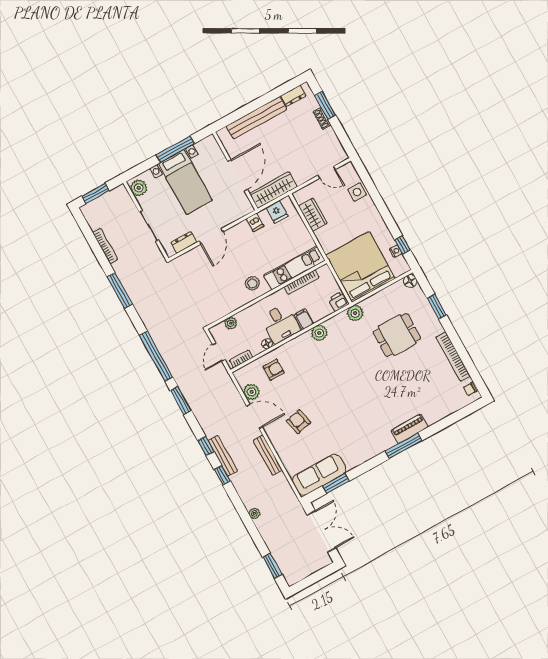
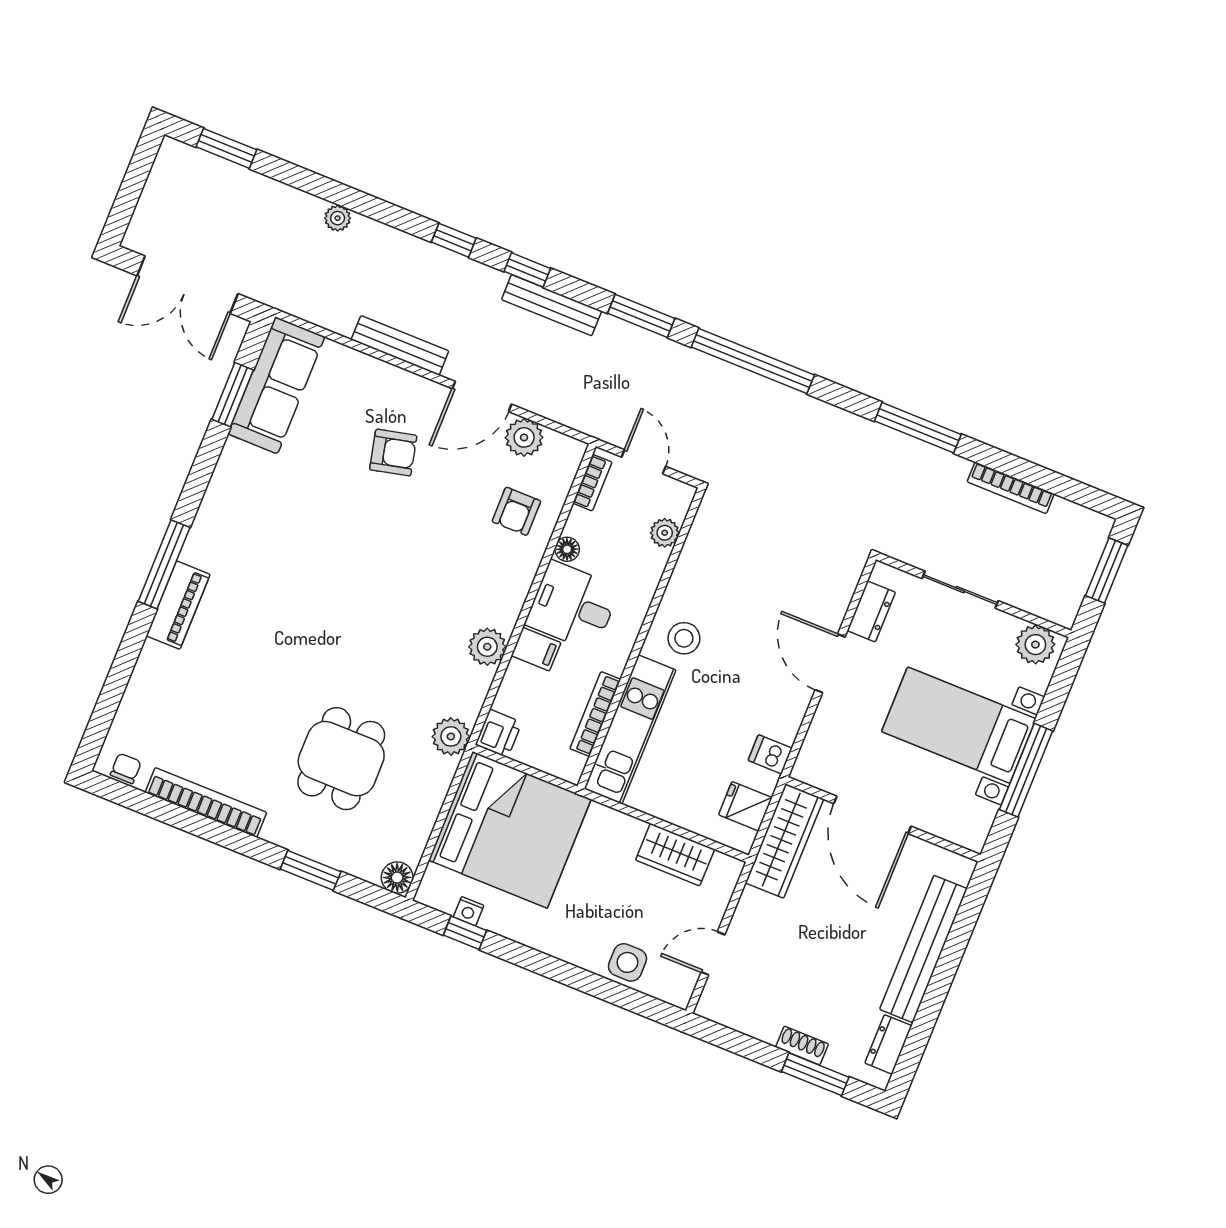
bench: (223, 456) -> (552, 305), moved

